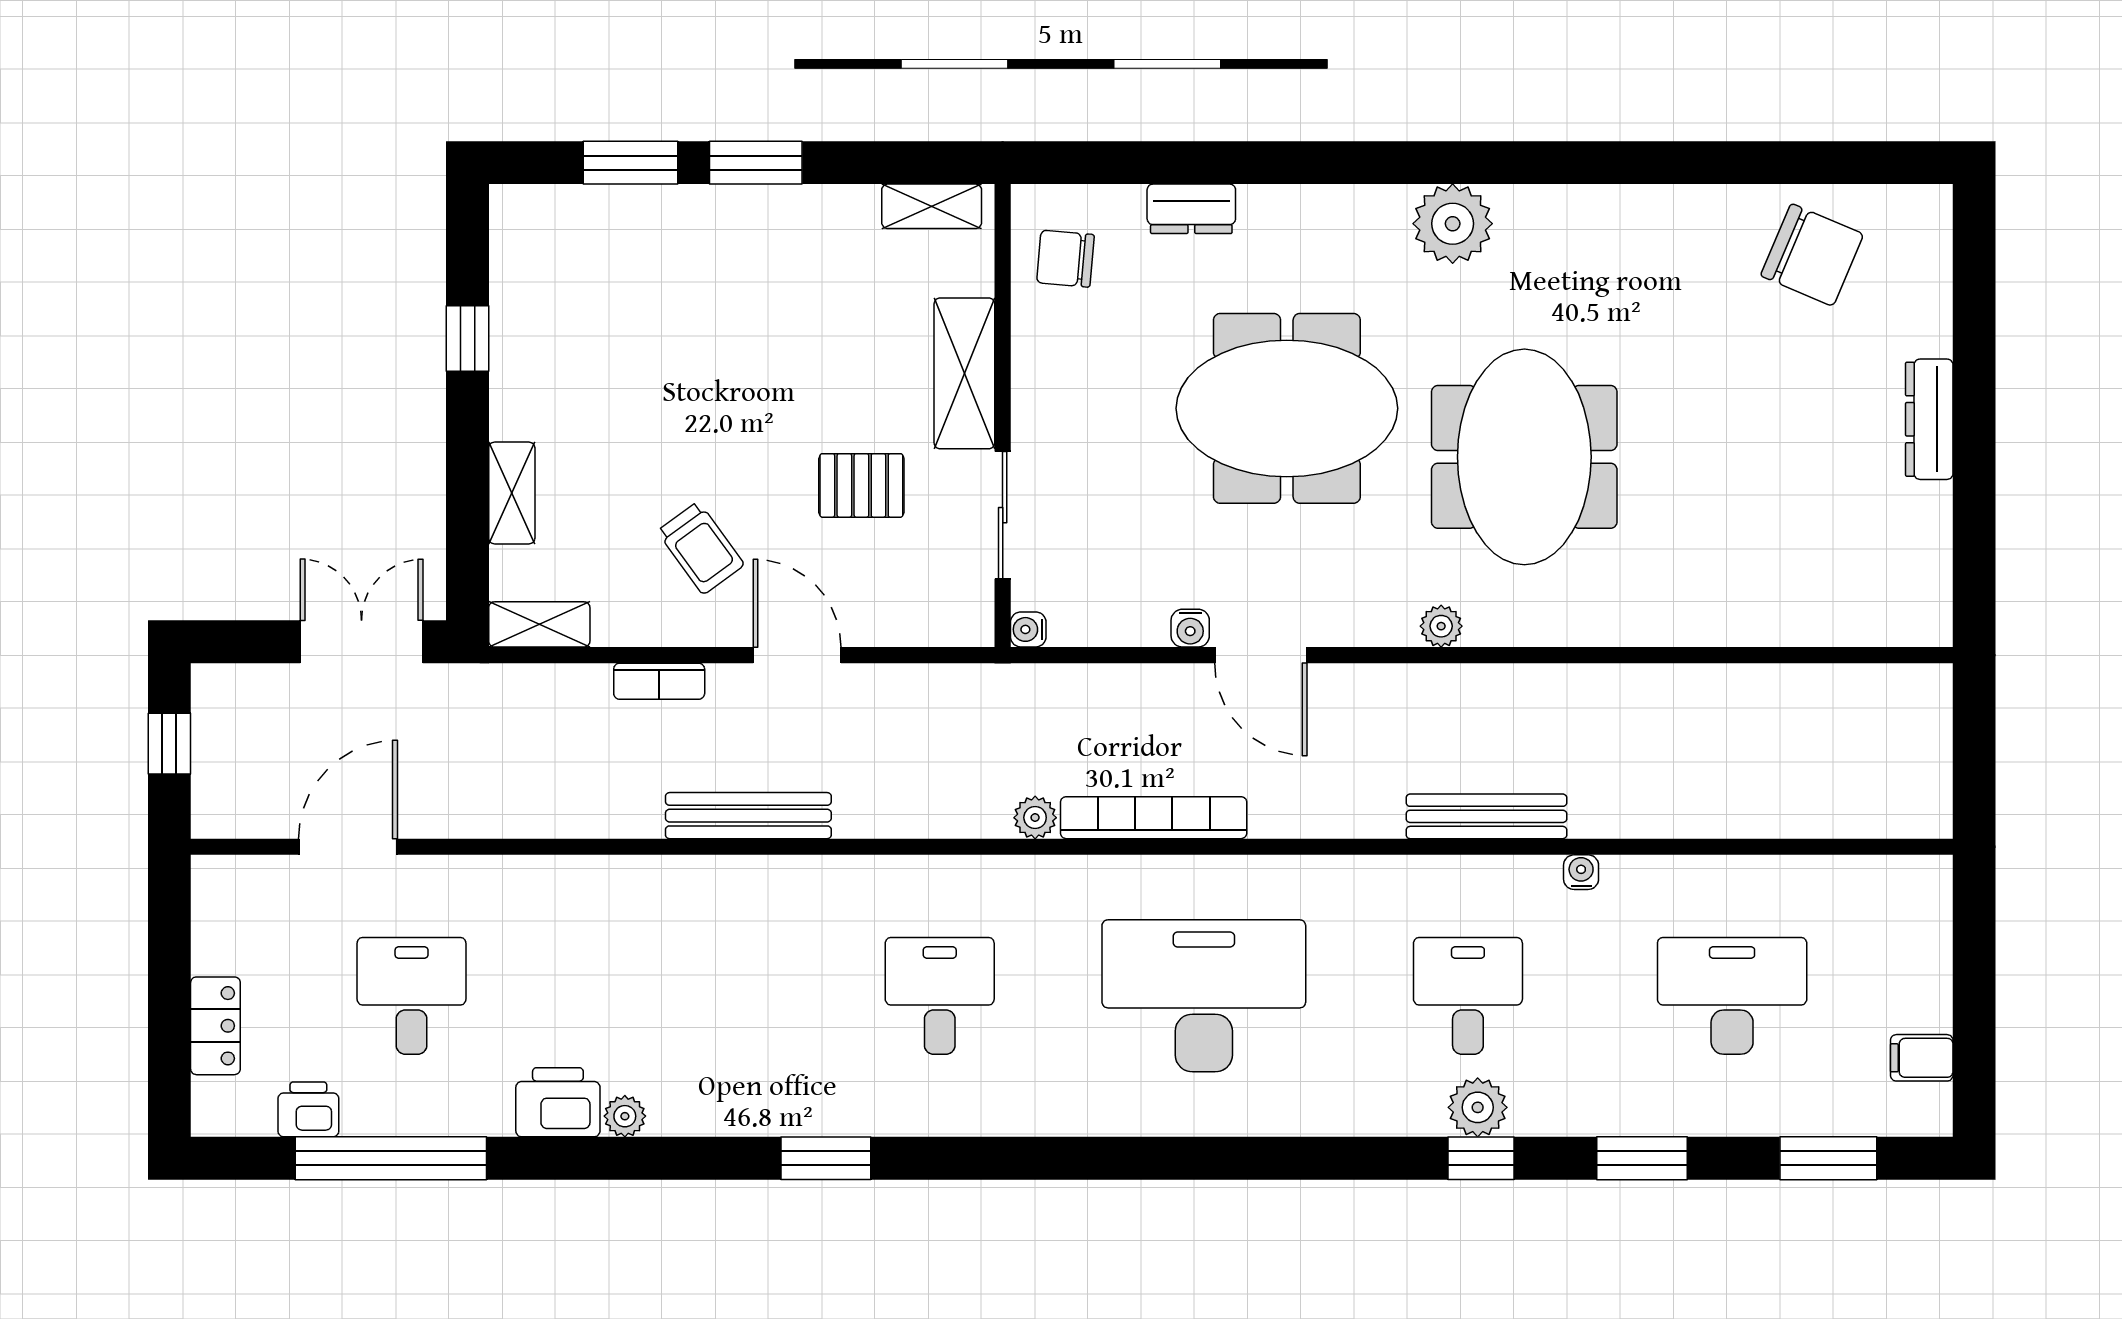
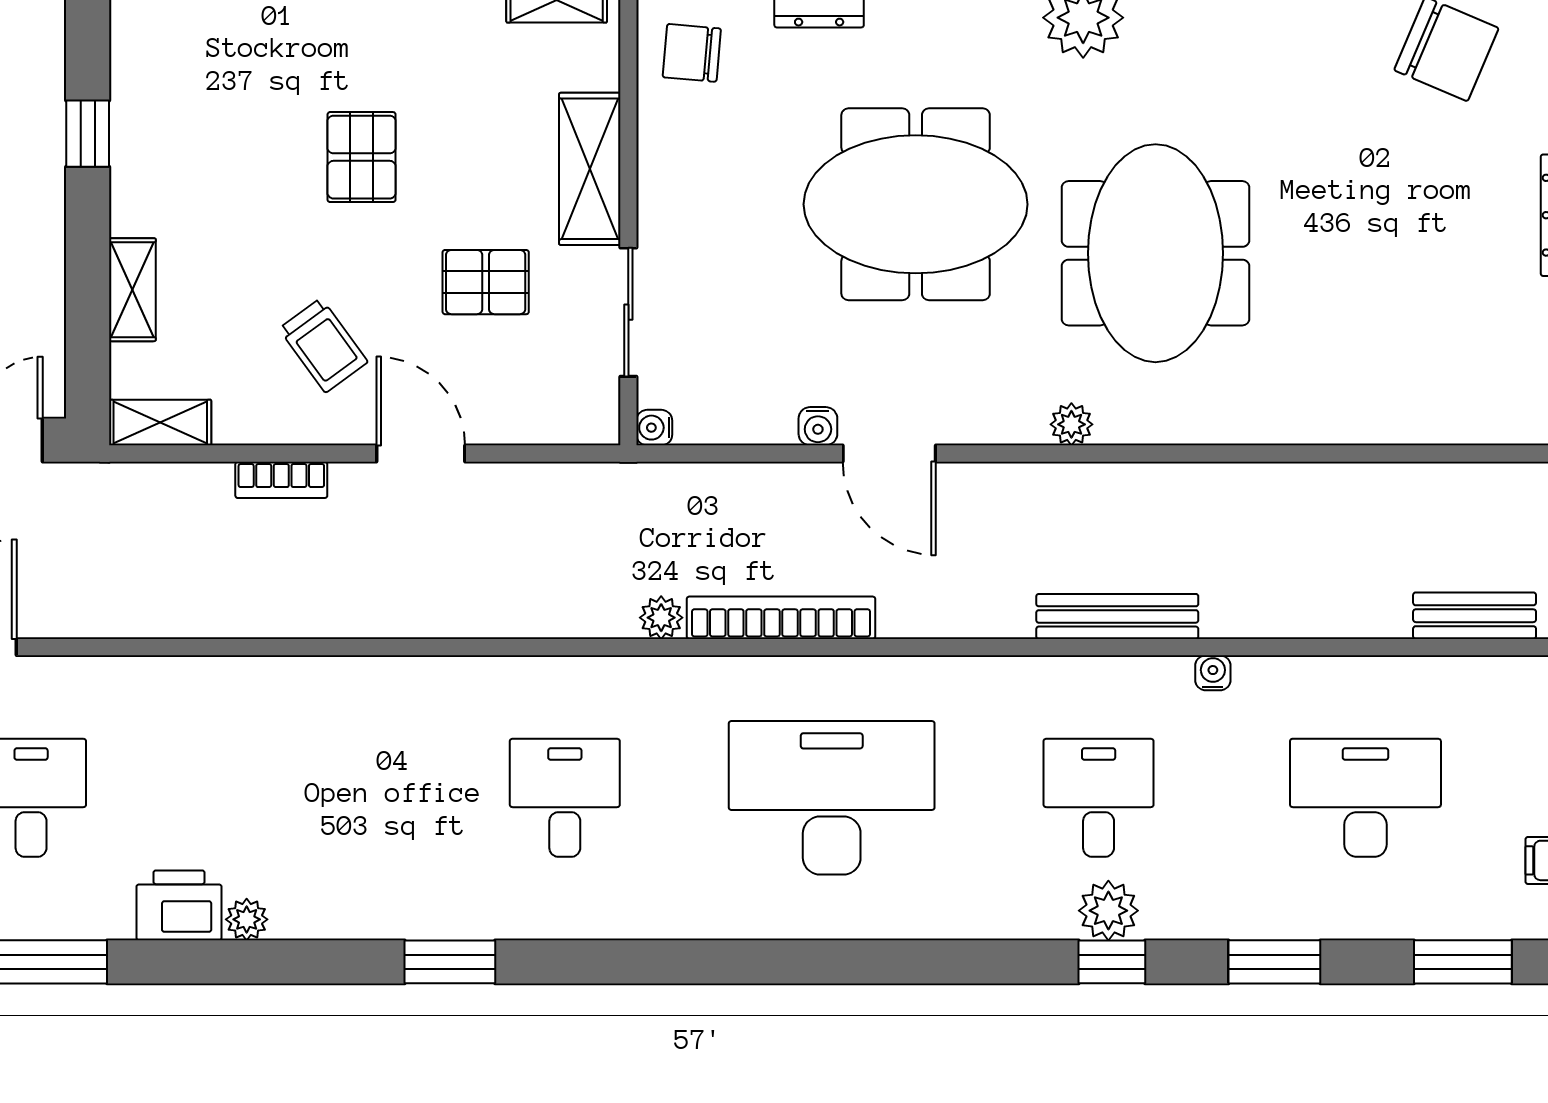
pallet: (739, 362) -> (362, 157), added
bench: (748, 816) -> (1475, 616), moved, width x0.73

